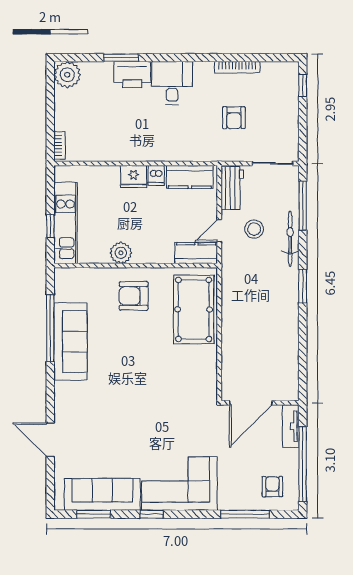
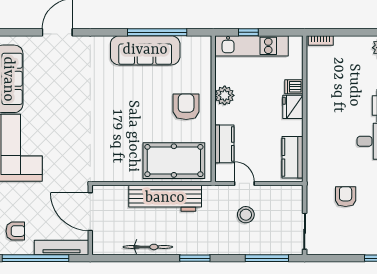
armchair: (234, 118) -> (346, 197), turned 90
dishwasher: (156, 175) -> (294, 87), moved
workbench: (232, 188) -> (165, 198), moved, width x1.87, depth x1.32
bicycle: (290, 239) -> (148, 247), moved
kitchen counter: (196, 253) -> (224, 144), moved
tv unit: (291, 426) -> (62, 247), width x1.41

